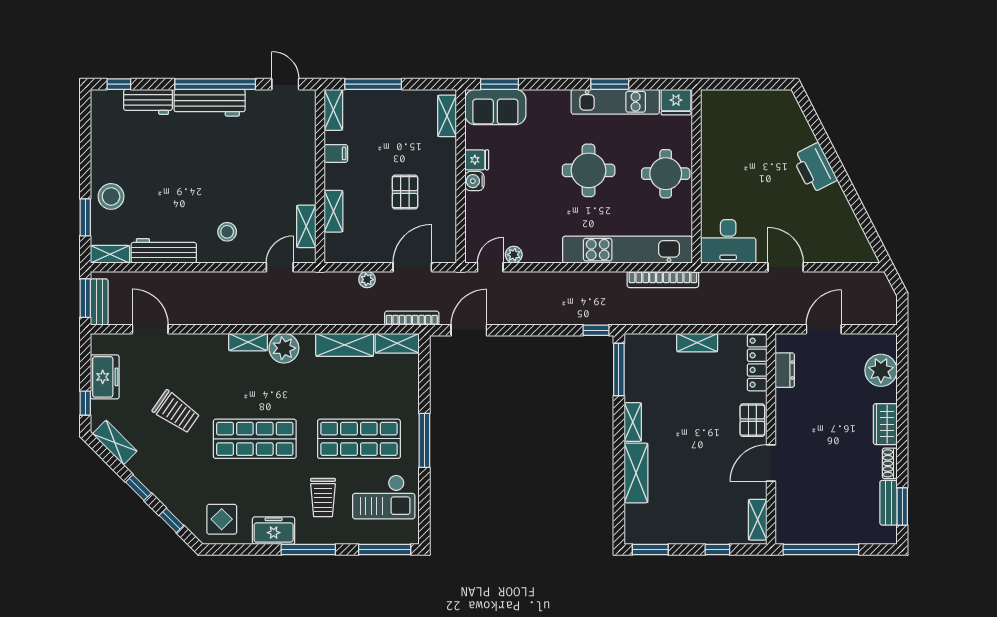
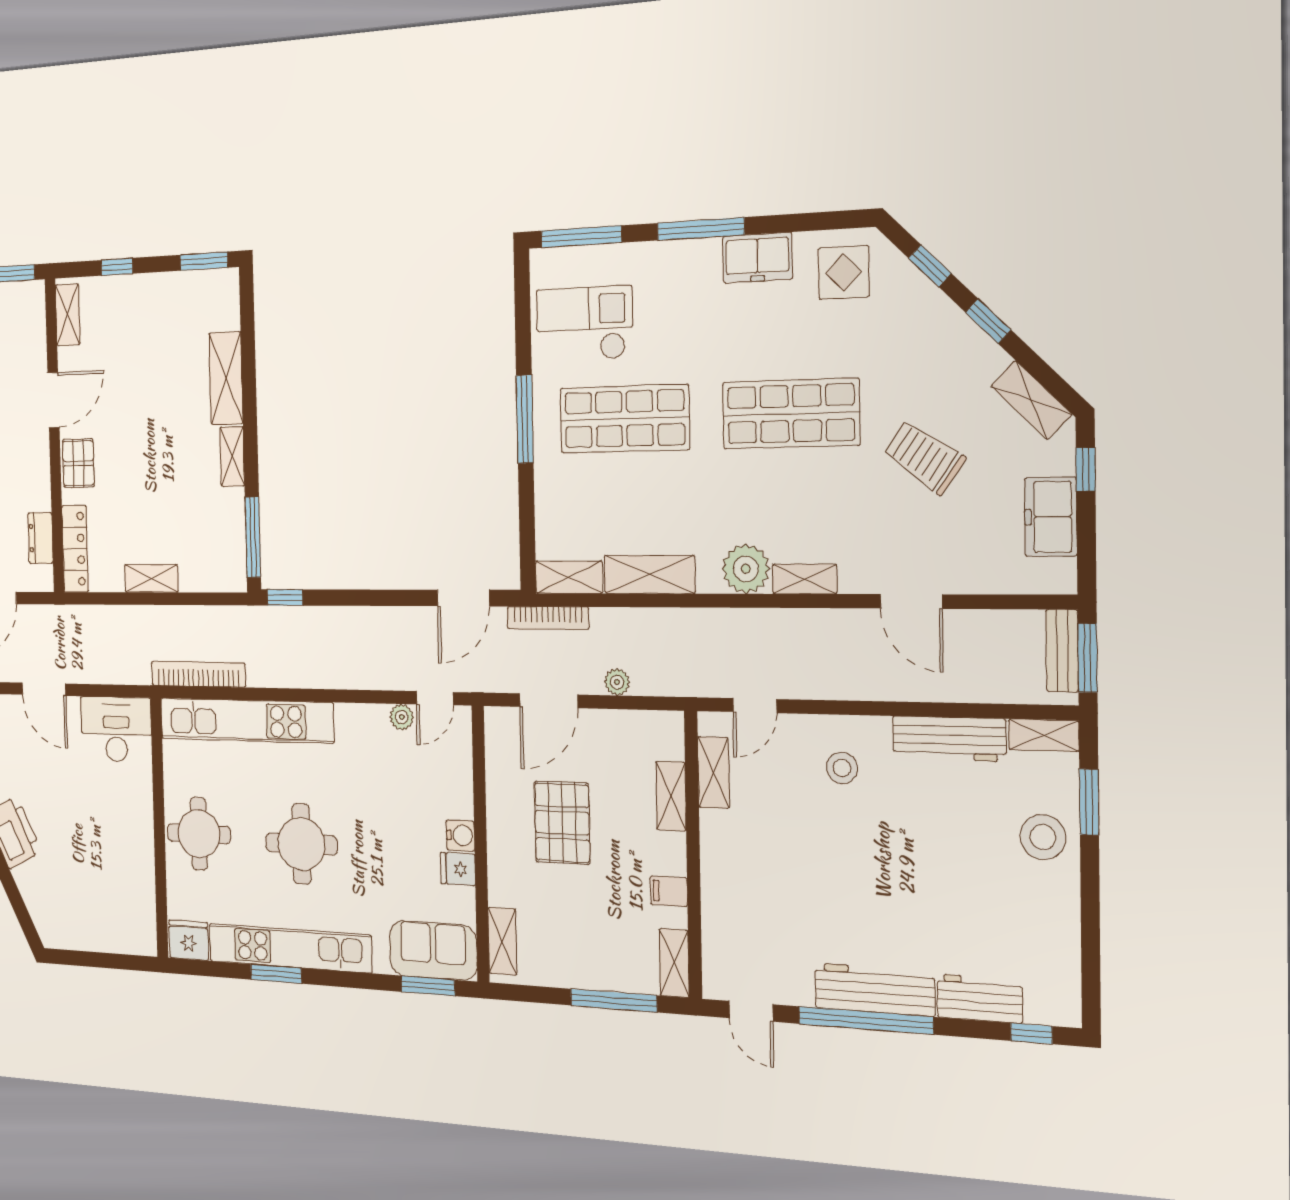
kitchen unit: (615, 102) -> (290, 948), width x1.36
pallet: (405, 192) -> (562, 823), width x1.50, depth x1.42
door: (150, 329) -> (911, 601), moved
trolley: (323, 497) -> (679, 318), removed

